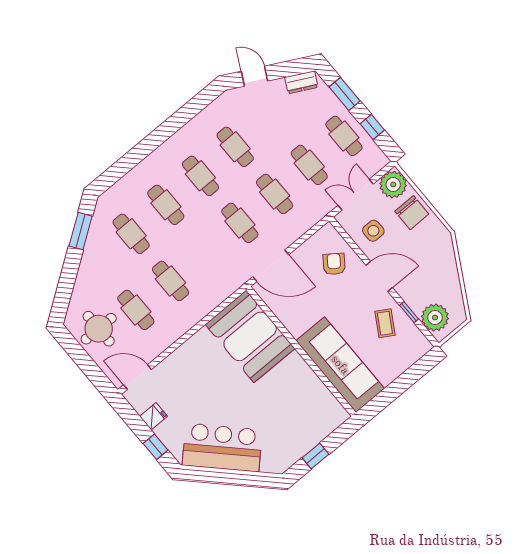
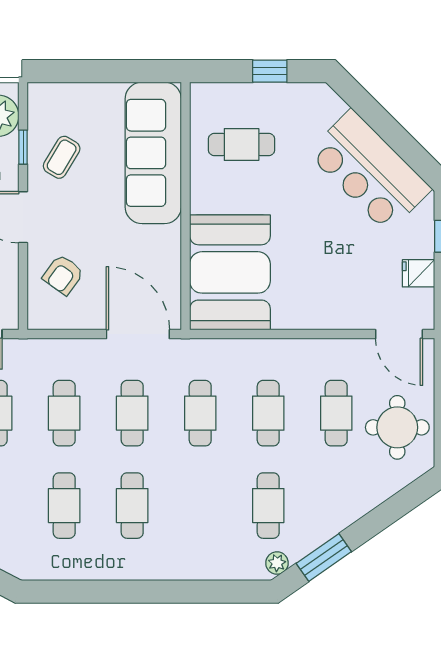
cafe table: (166, 205) -> (200, 413), moved
plant: (102, 208) -> (277, 563), added
cafe table: (299, 407) -> (242, 145), added

